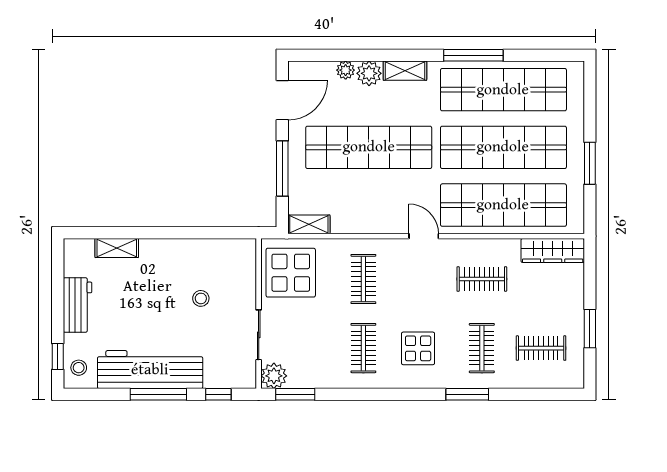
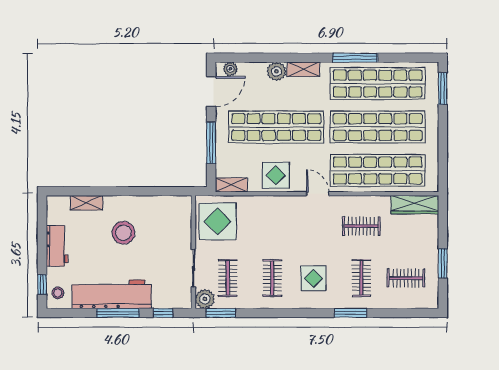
plant: (346, 70) -> (230, 69), moved
window: (590, 163) -> (443, 89), moved
display table: (368, 211) -> (276, 175), added
clothes rail: (363, 279) -> (228, 278), moved
stool: (201, 298) -> (123, 233), moved, width x1.89, depth x1.89

